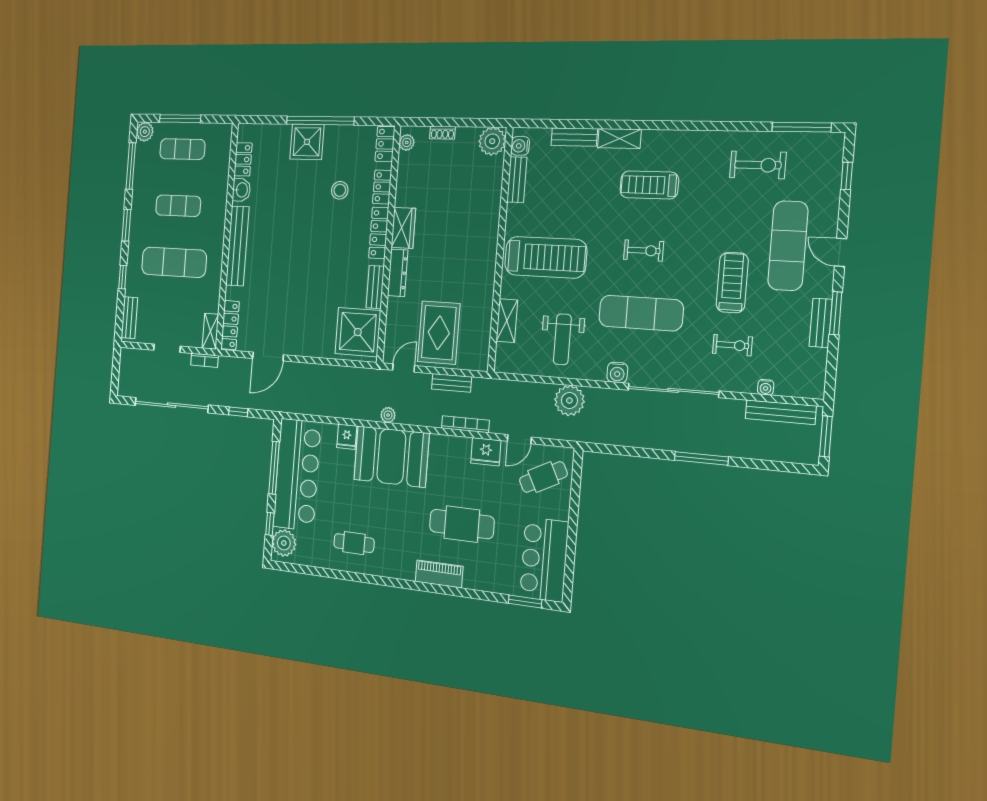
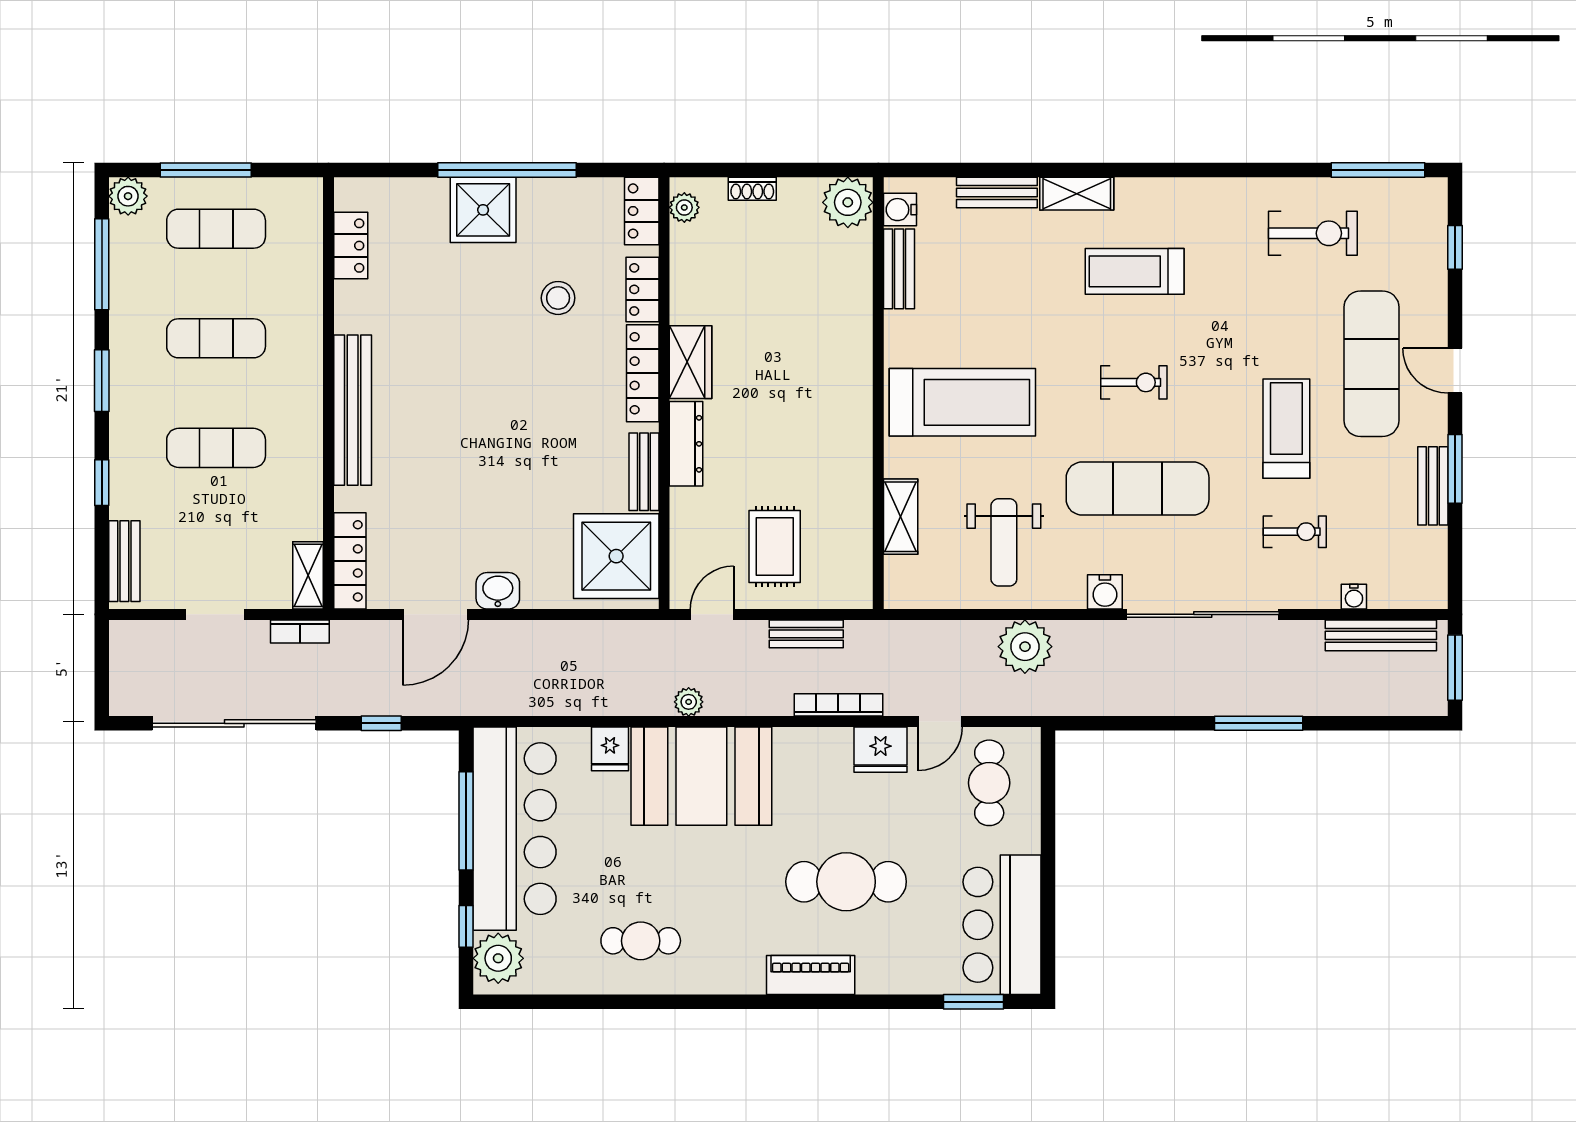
washbasin: (241, 190) -> (498, 591), moved, turned -90
exercise mat: (174, 262) -> (216, 448), width x0.73, depth x0.69
rug: (439, 333) -> (775, 546), width x0.73, depth x0.70
cafe table: (543, 477) -> (989, 783), turned -63

